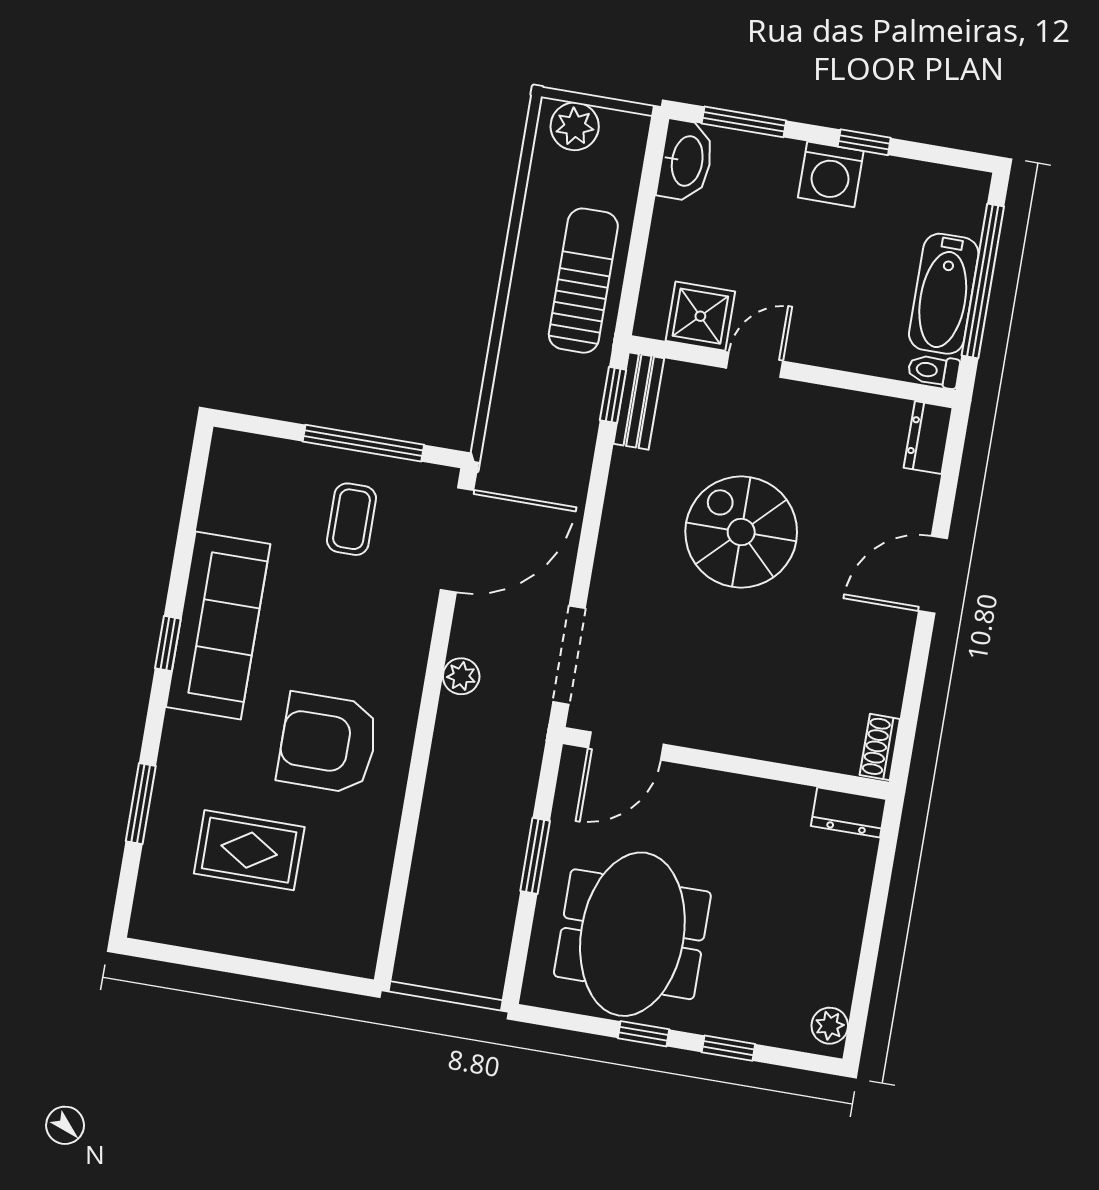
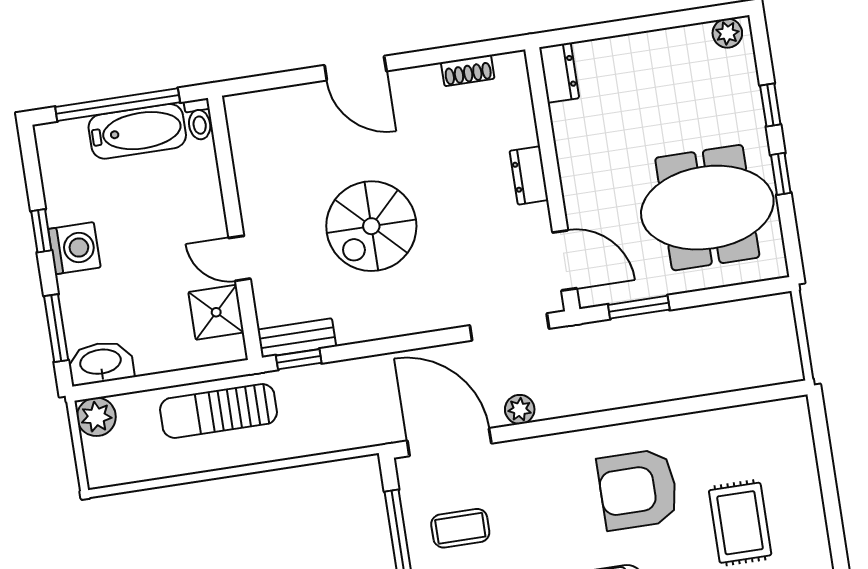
plant: (575, 126) -> (96, 417), moved
dresser: (928, 438) -> (529, 175), moved, turned 90
plant: (461, 676) -> (520, 409), moved
armchair: (328, 743) -> (638, 490), turned 90
shoe rack: (880, 747) -> (468, 70), moved
window: (535, 856) -> (639, 307), moved

